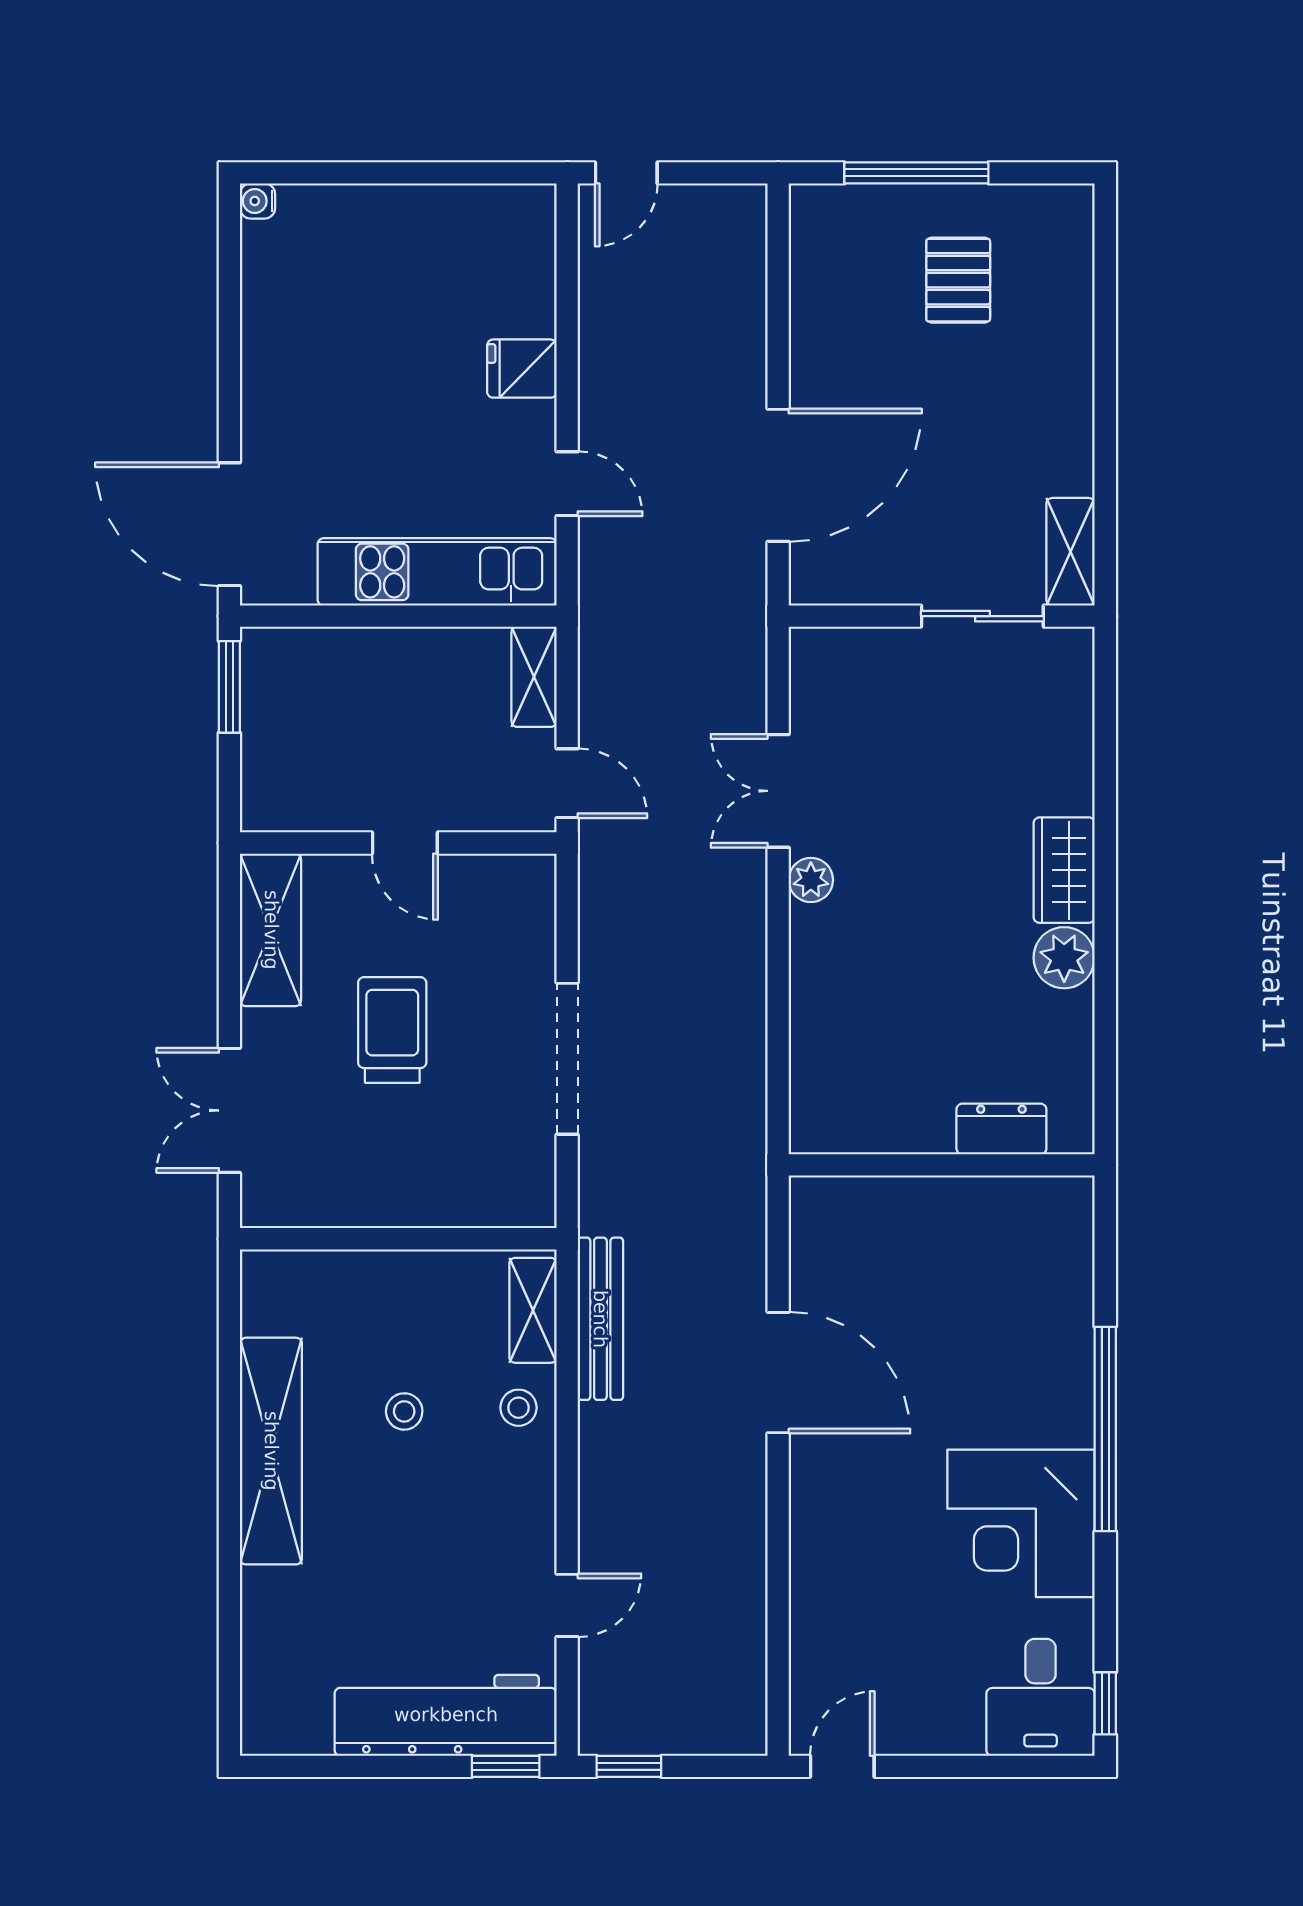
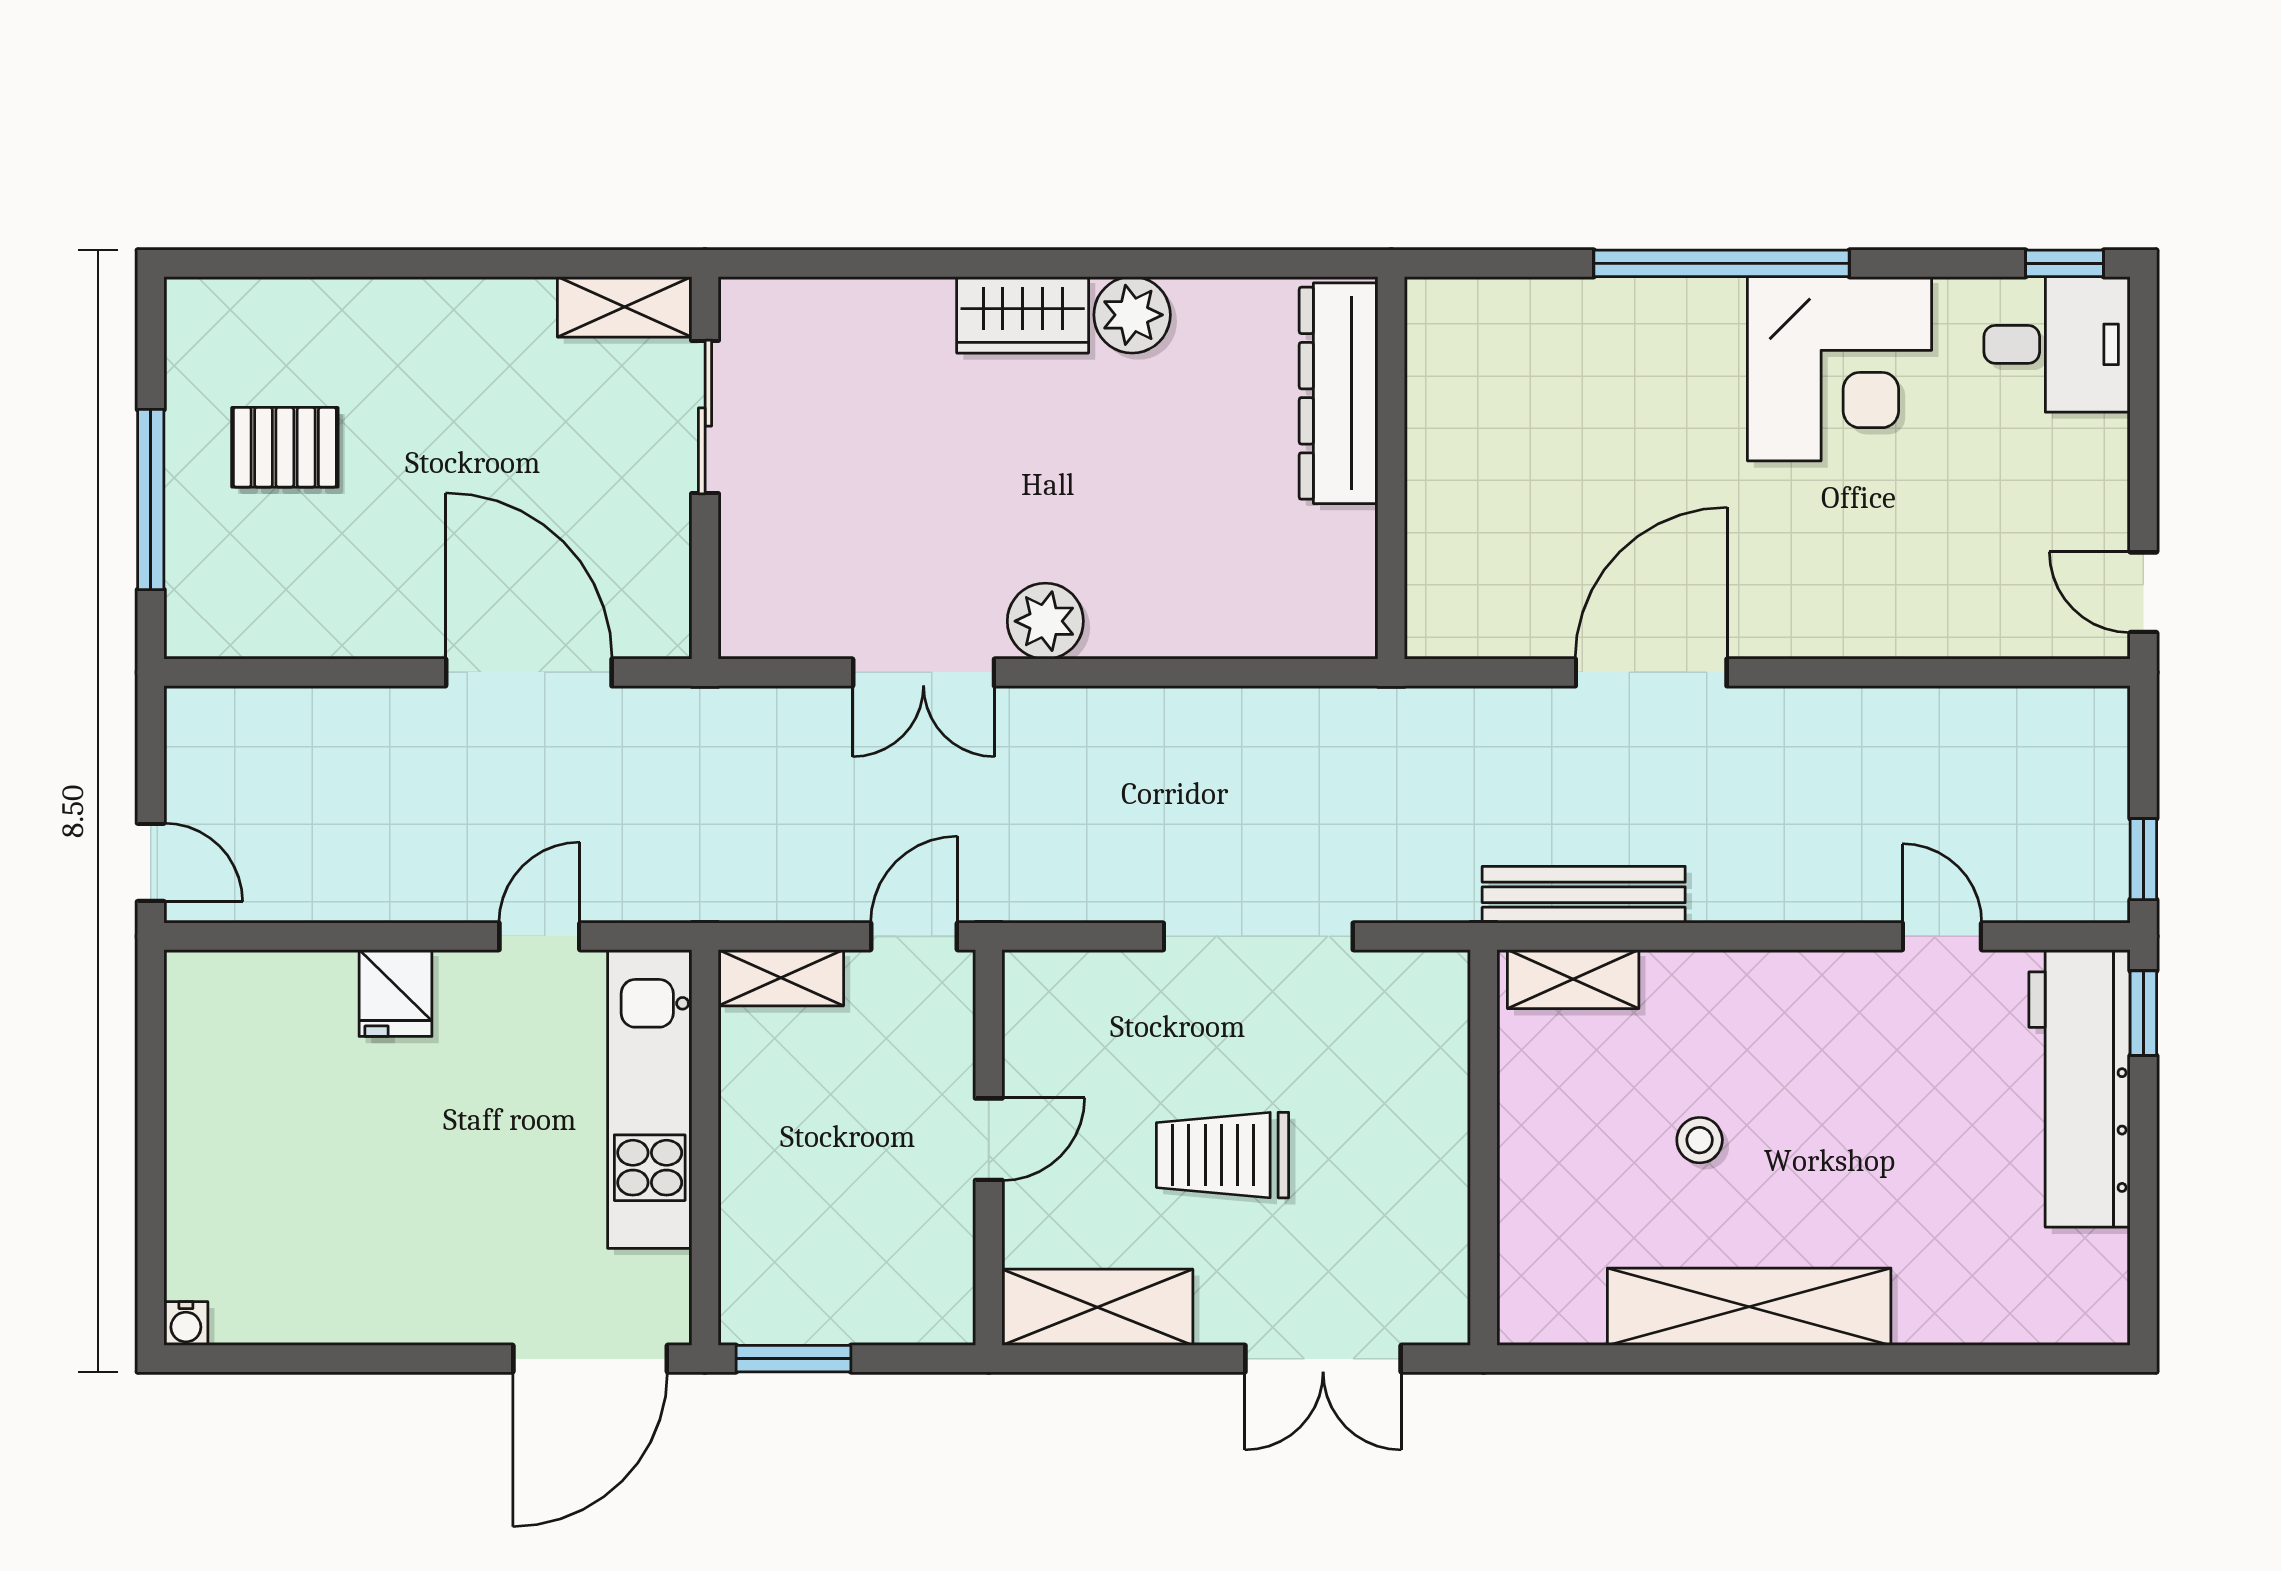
plant: (811, 880) -> (1045, 621), width x1.38, depth x1.38
dresser: (1001, 1129) -> (1339, 393), width x1.96, depth x1.24
stool: (518, 1408) -> (1695, 997), removed

